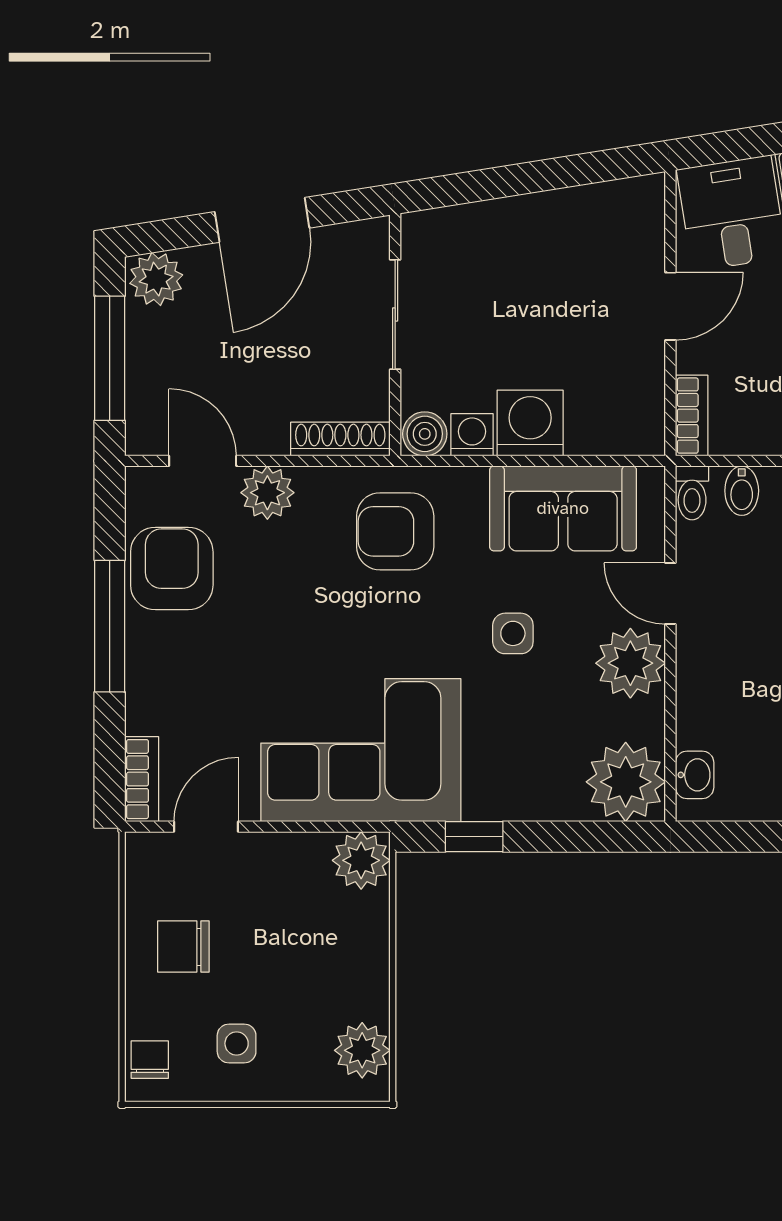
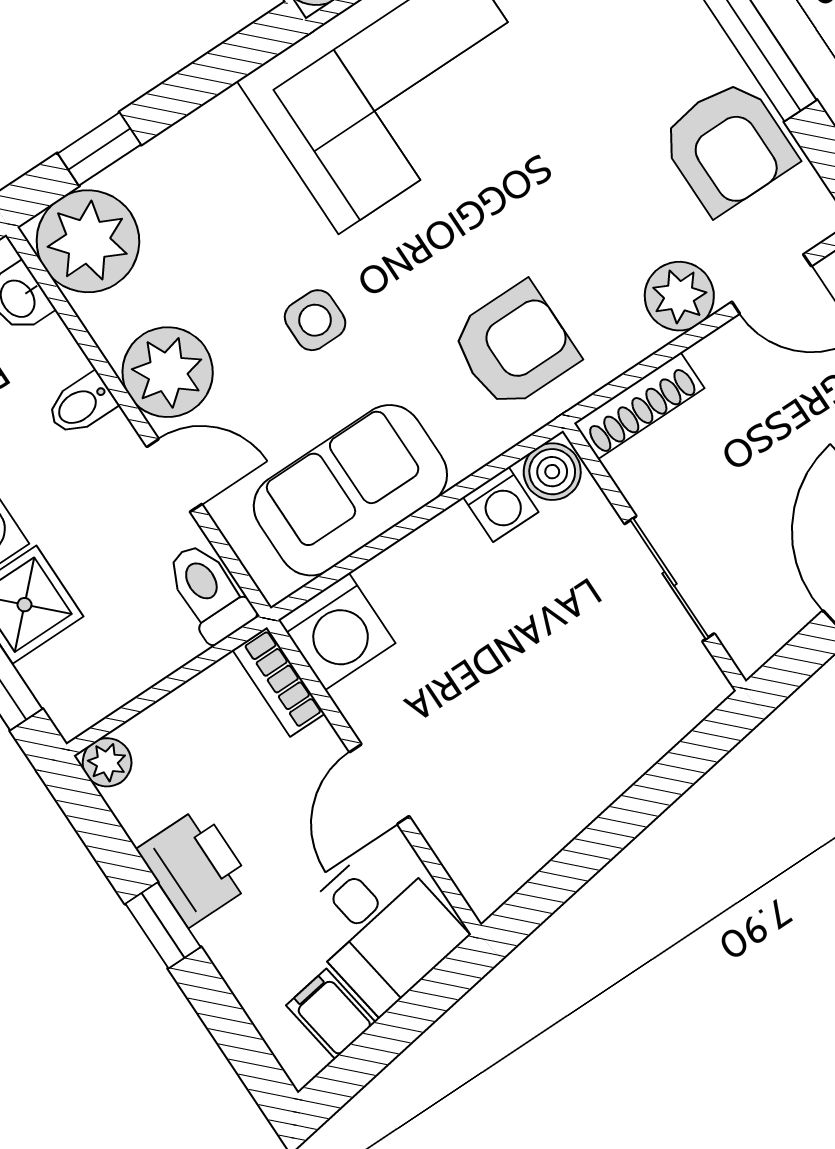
washing machine: (530, 423) -> (337, 632), moved
bidet: (742, 491) -> (81, 405), moved, turned -90
toilet: (692, 493) -> (209, 592), width x1.37, depth x1.39
window: (474, 837) -> (99, 149), moved

